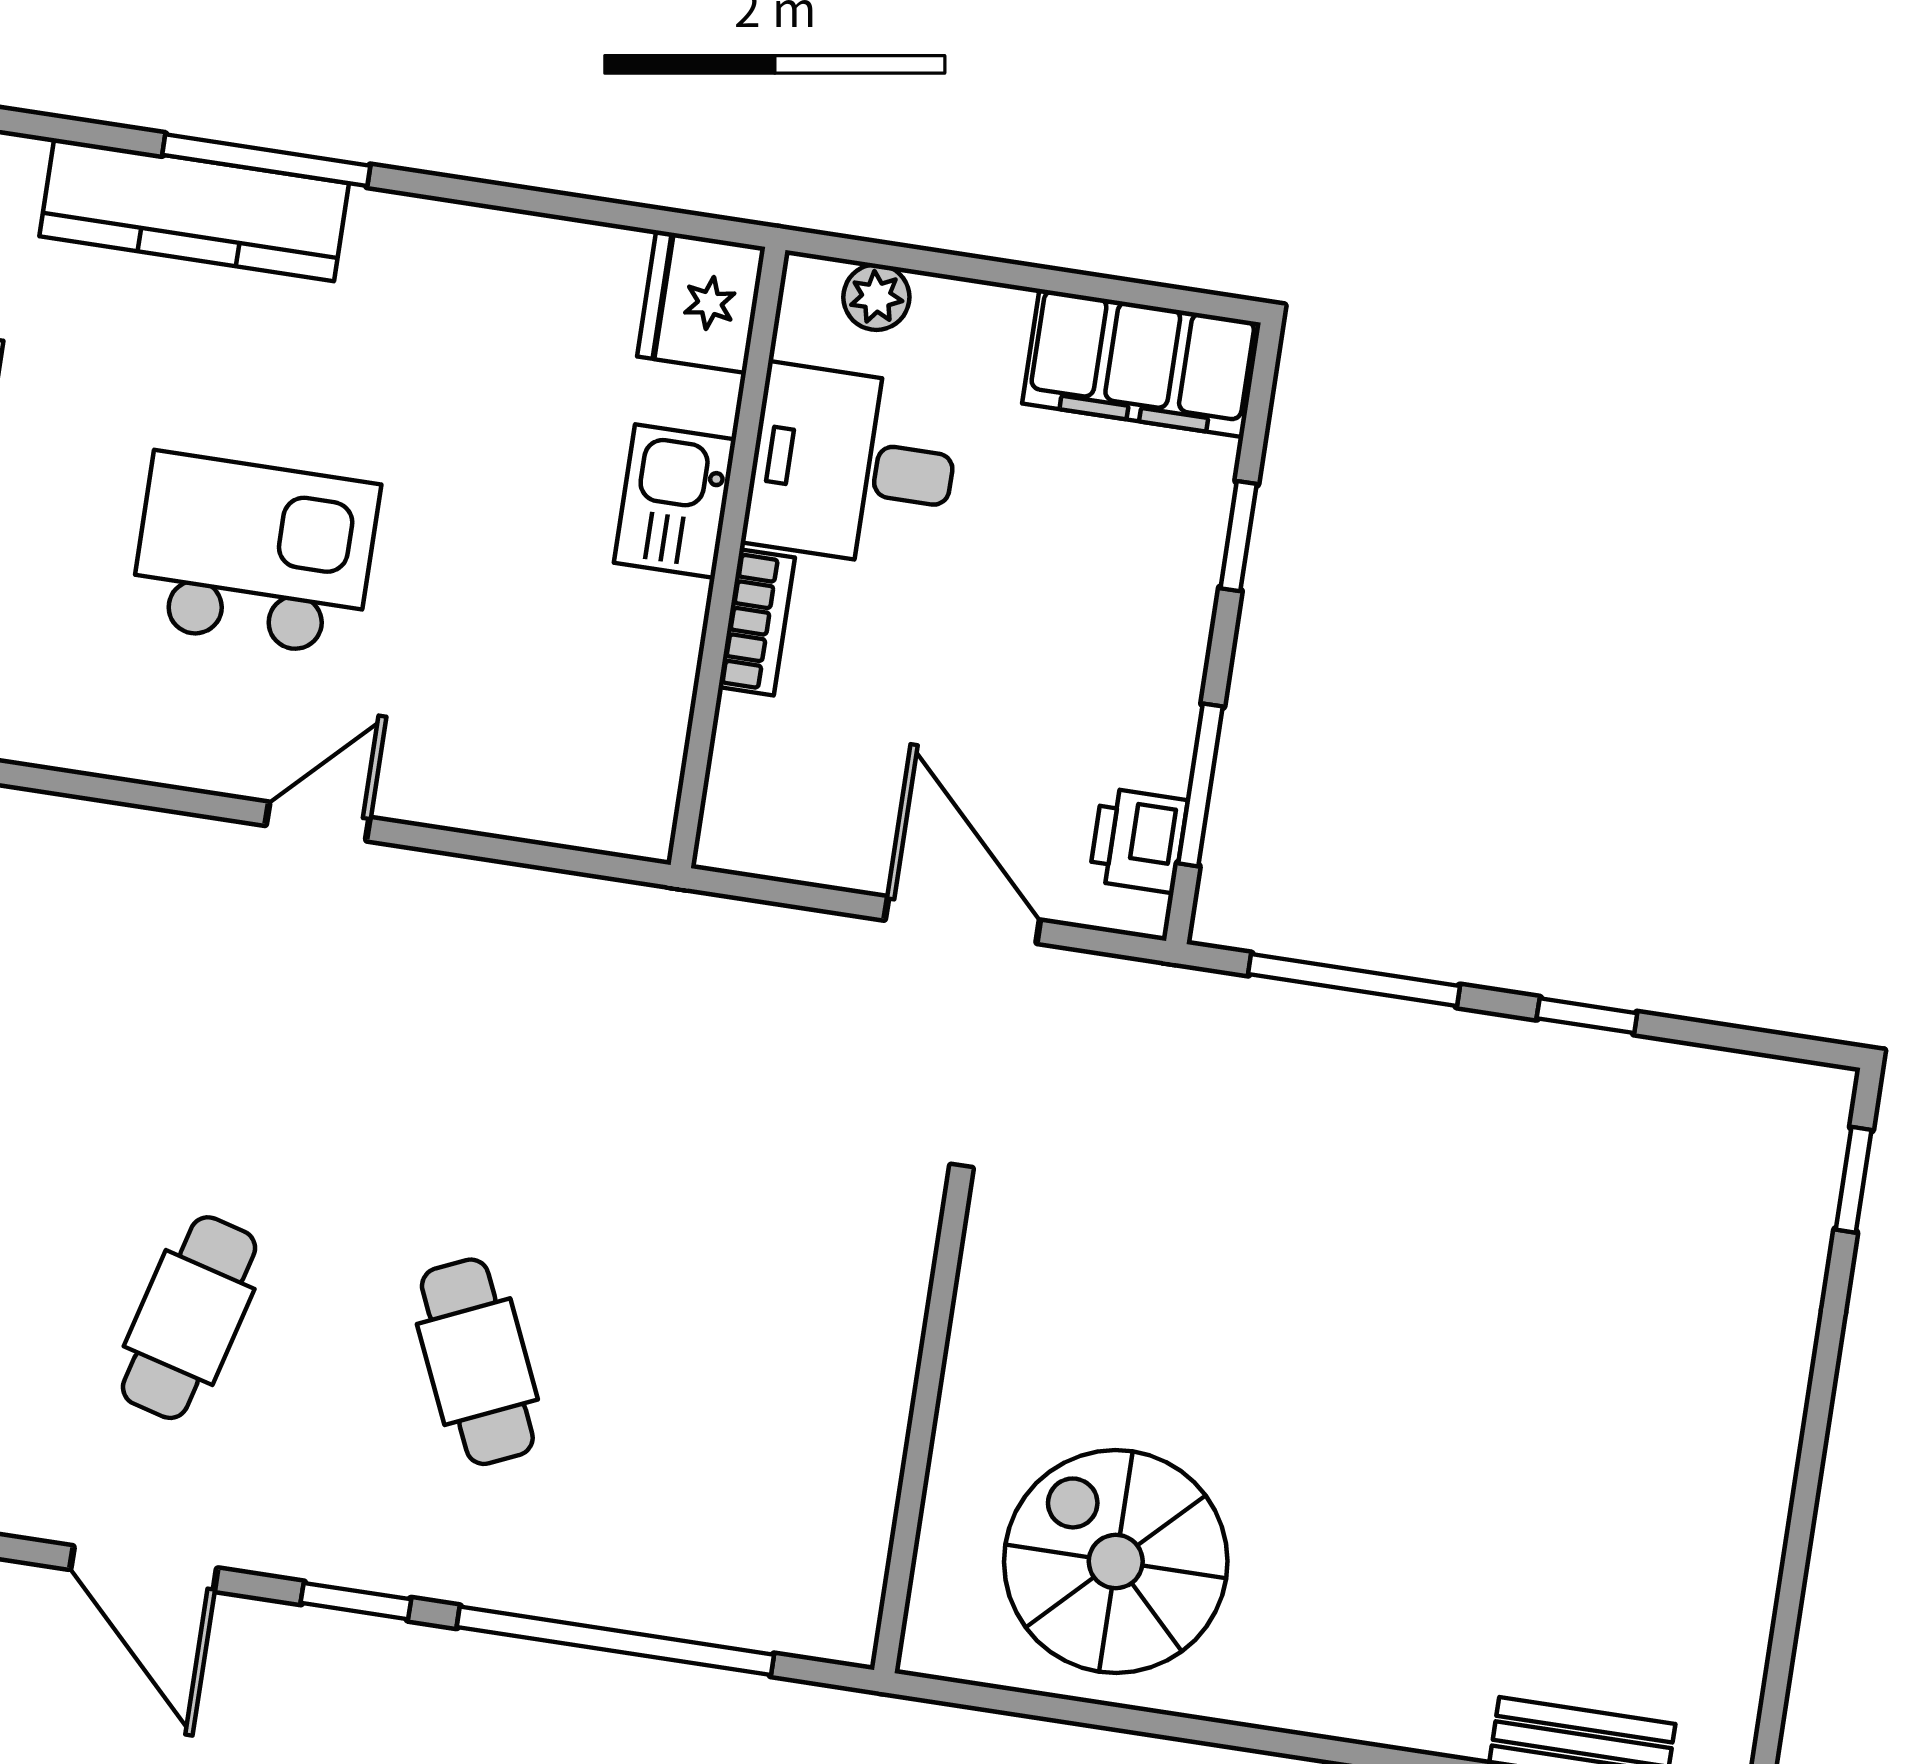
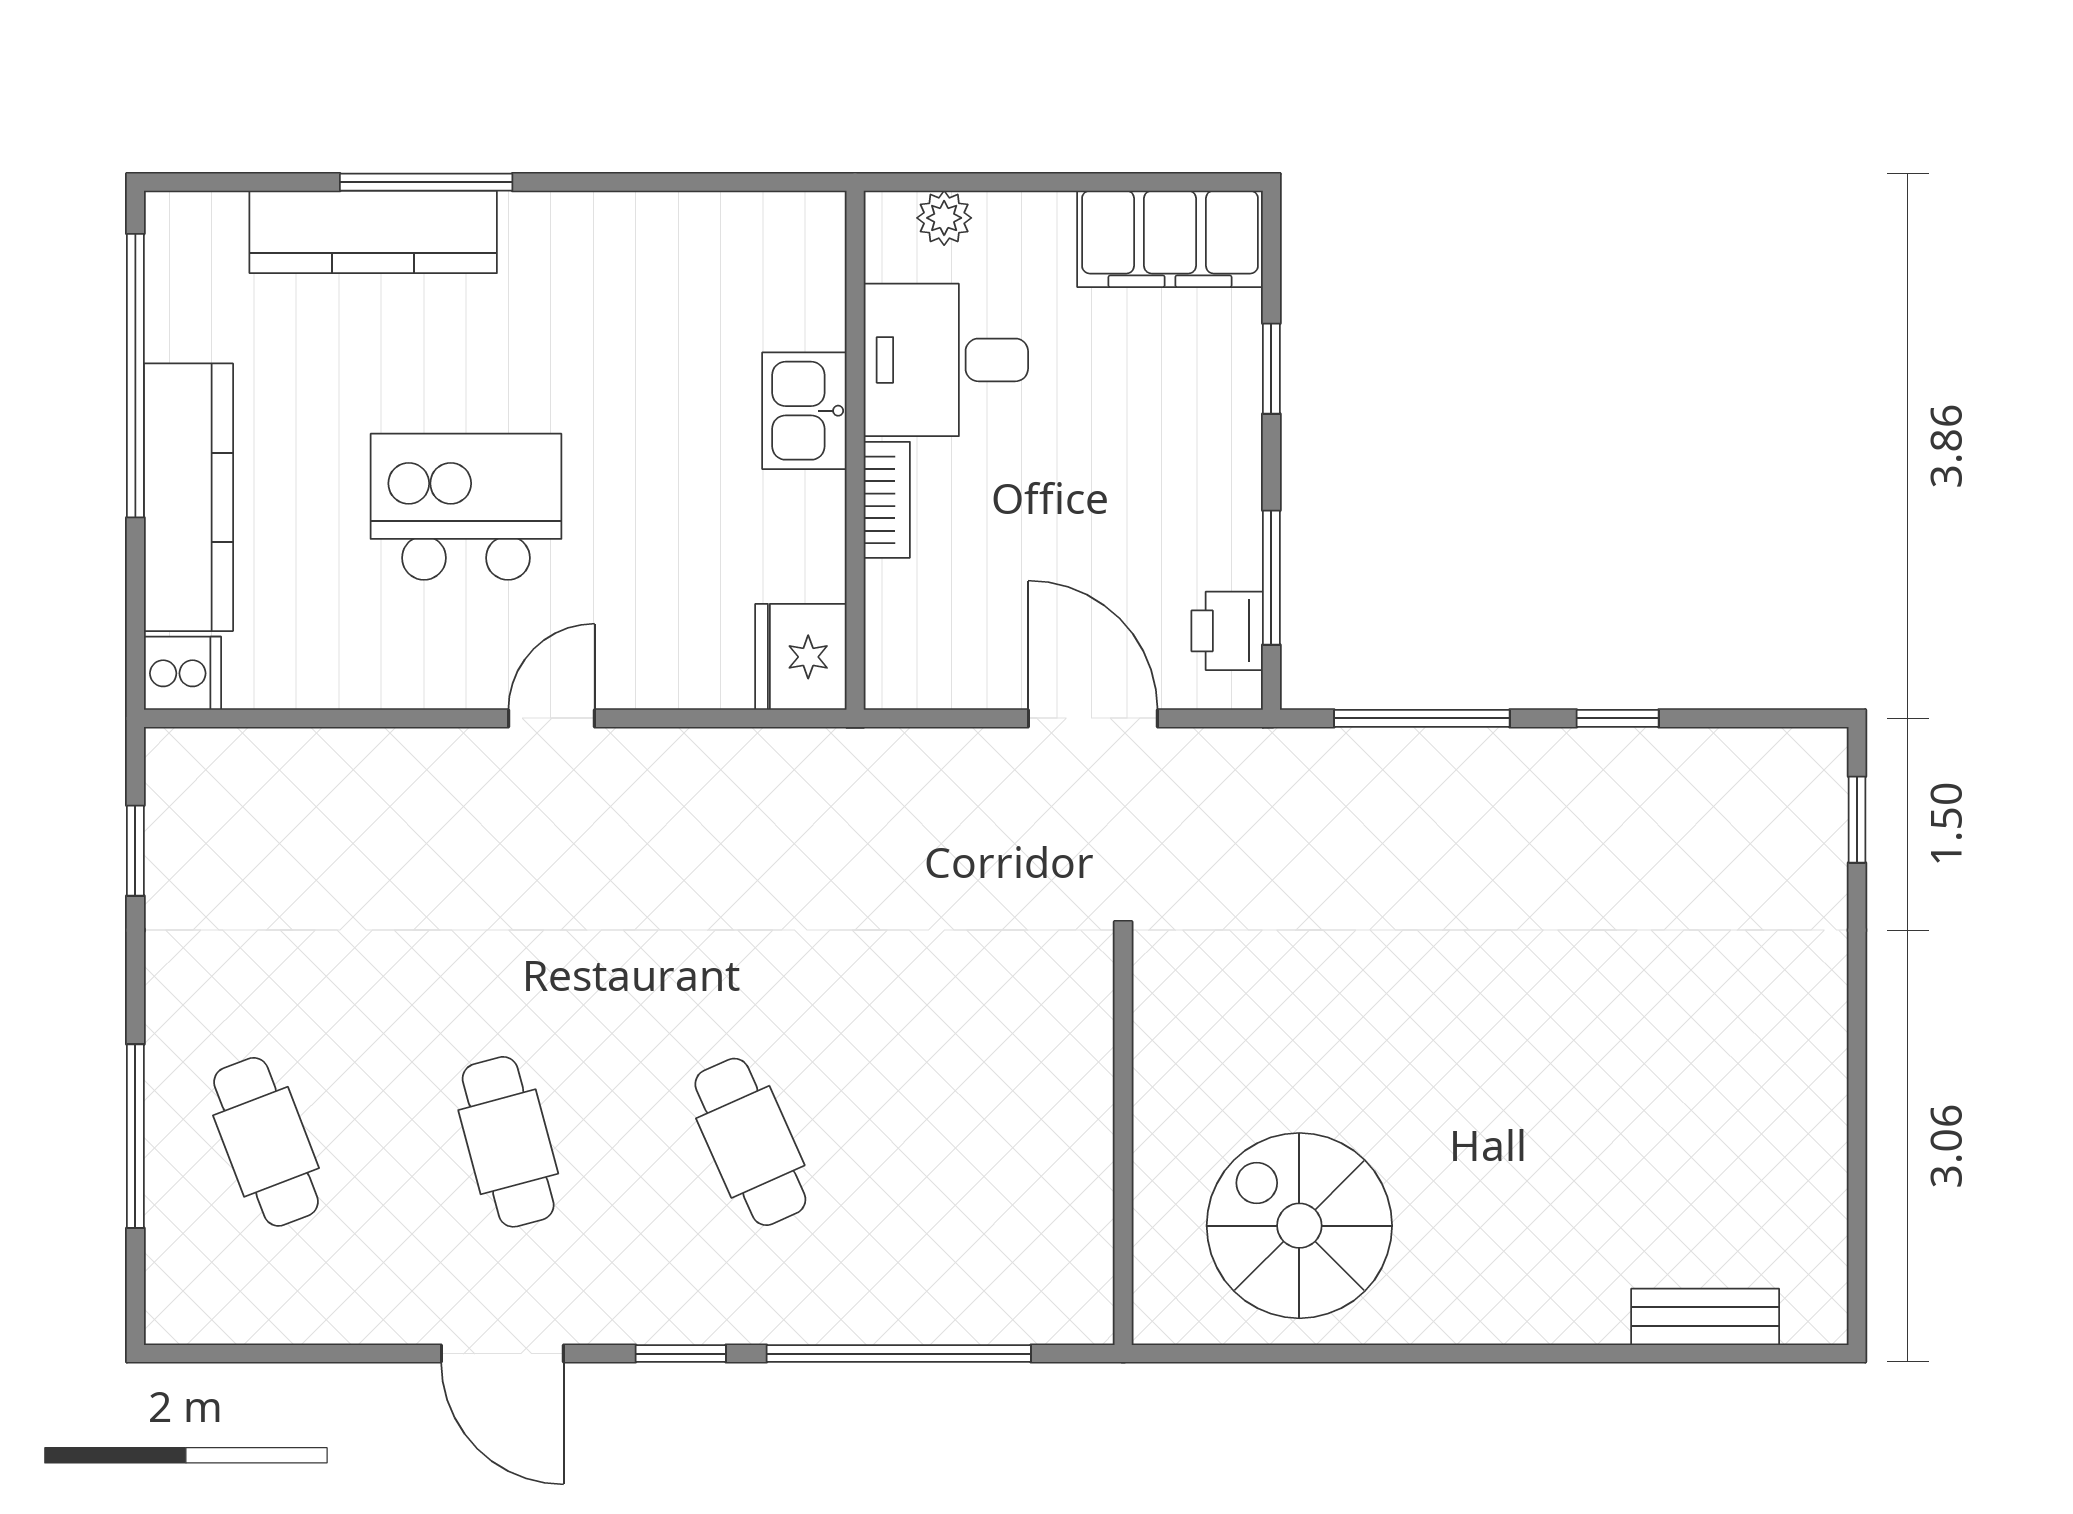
fridge: (701, 302) -> (801, 657), moved
cafe table: (189, 1318) -> (508, 1142), turned -30

